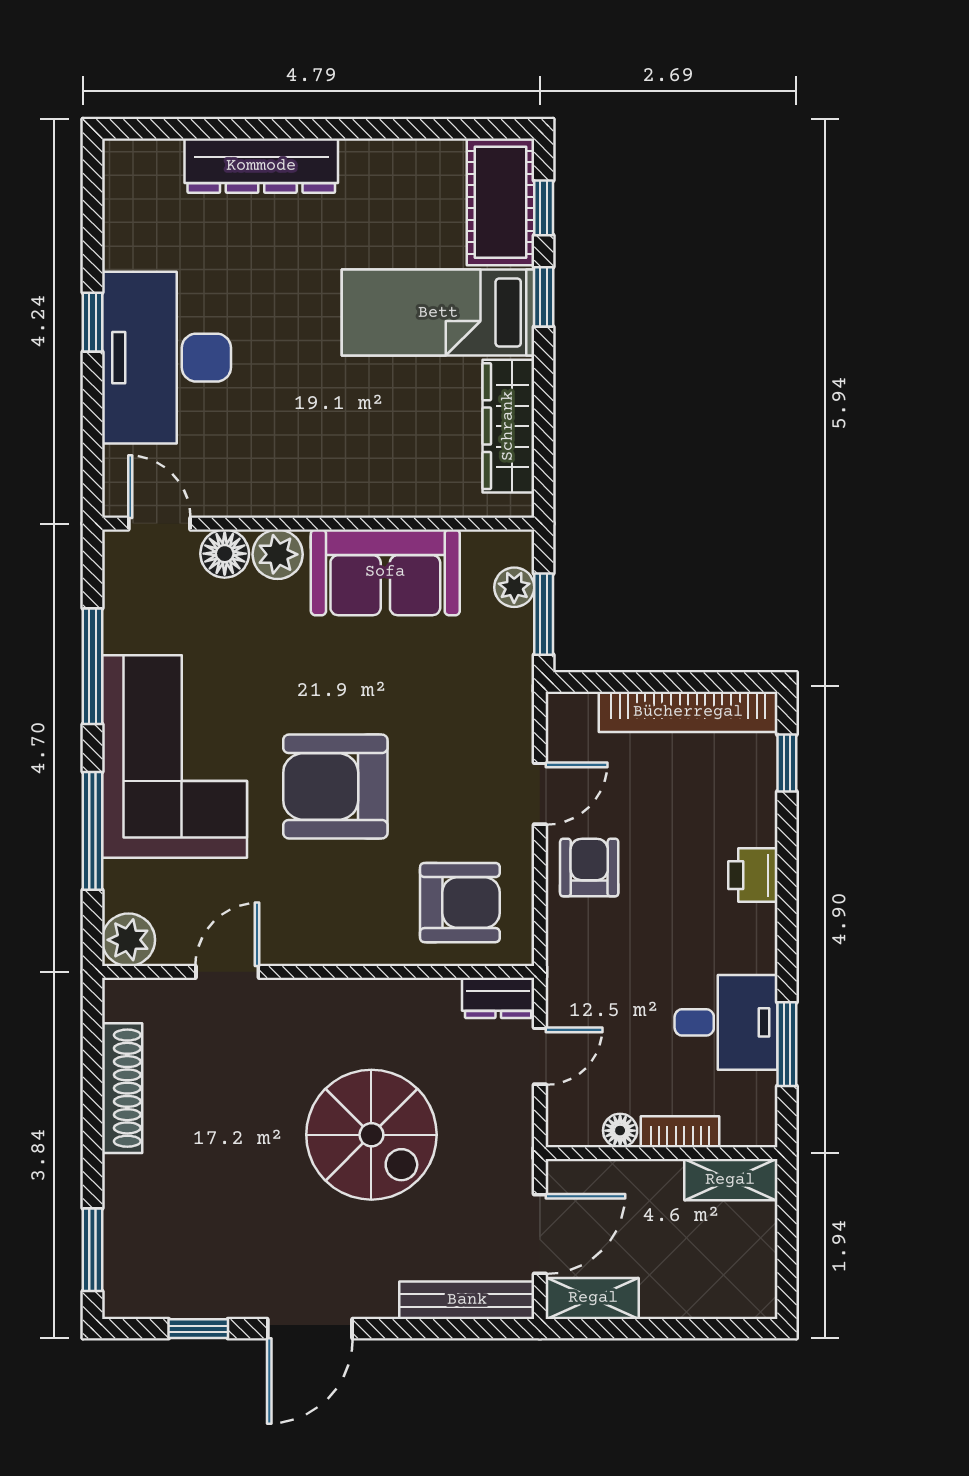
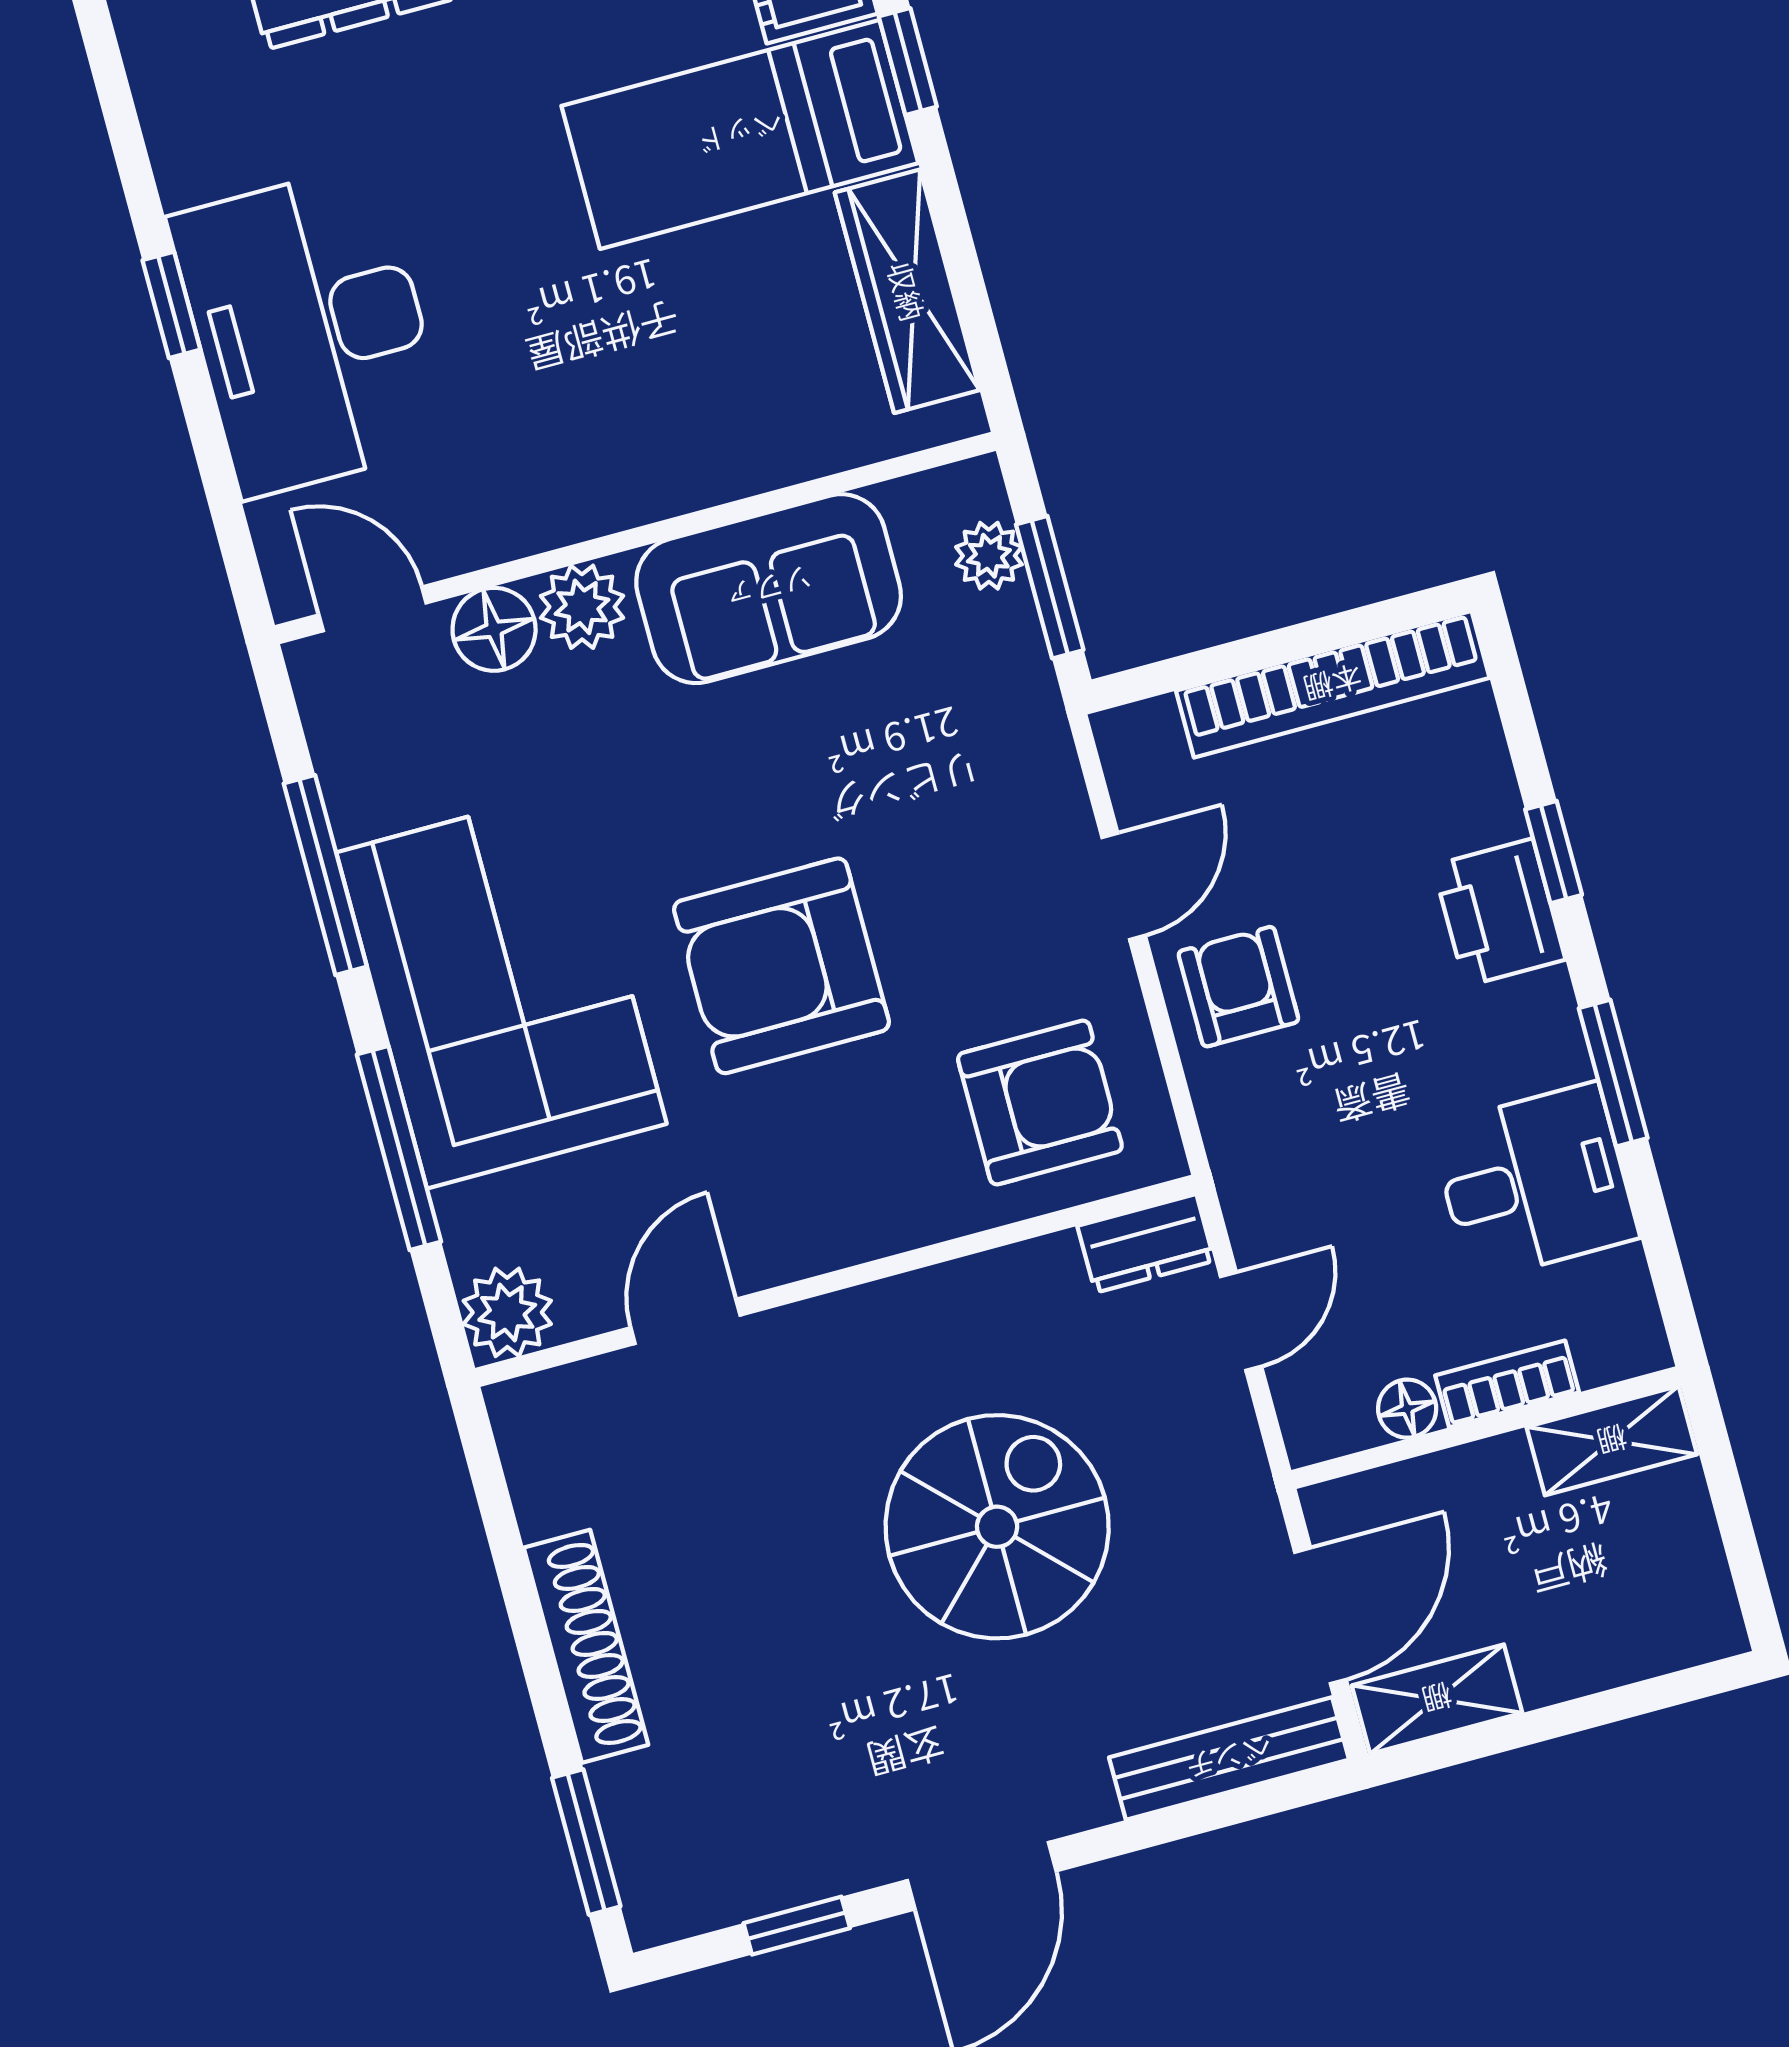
window: (787, 763) -> (1554, 852), moved
printer: (753, 875) -> (1499, 912), width x1.36, depth x1.24
window: (787, 1044) -> (1613, 1073), moved
shoe rack: (122, 1088) -> (586, 1646), moved
spiral stairs: (371, 1135) -> (997, 1527), turned -90

